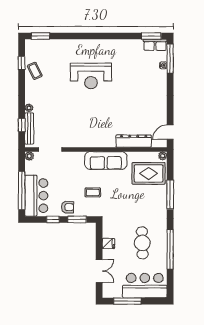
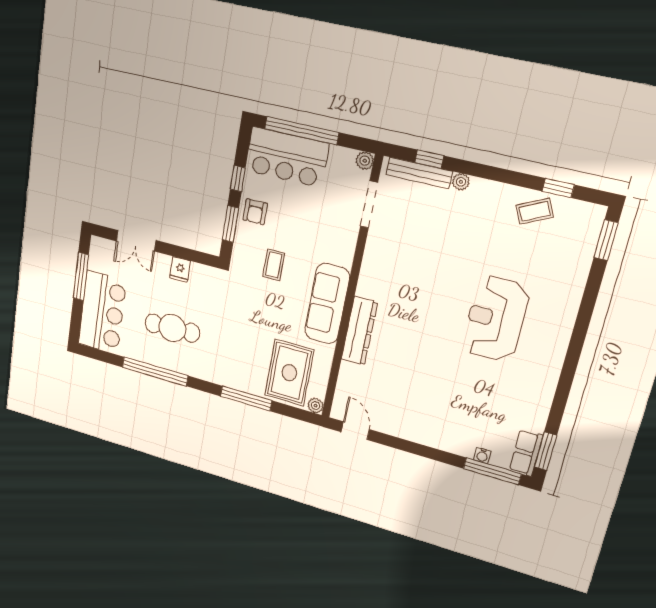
dresser: (134, 141) -> (359, 331), moved

